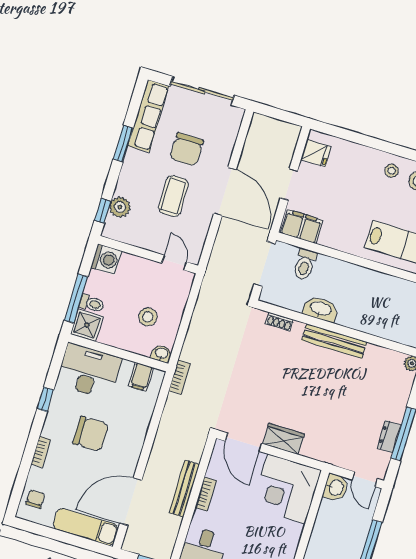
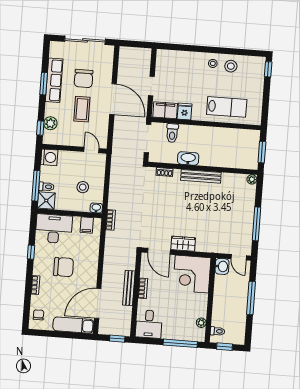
row of seats: (148, 116) -> (54, 80), moved
fridge: (316, 153) -> (185, 112), moved, turned -90
dresser: (389, 437) -> (248, 228), removed

